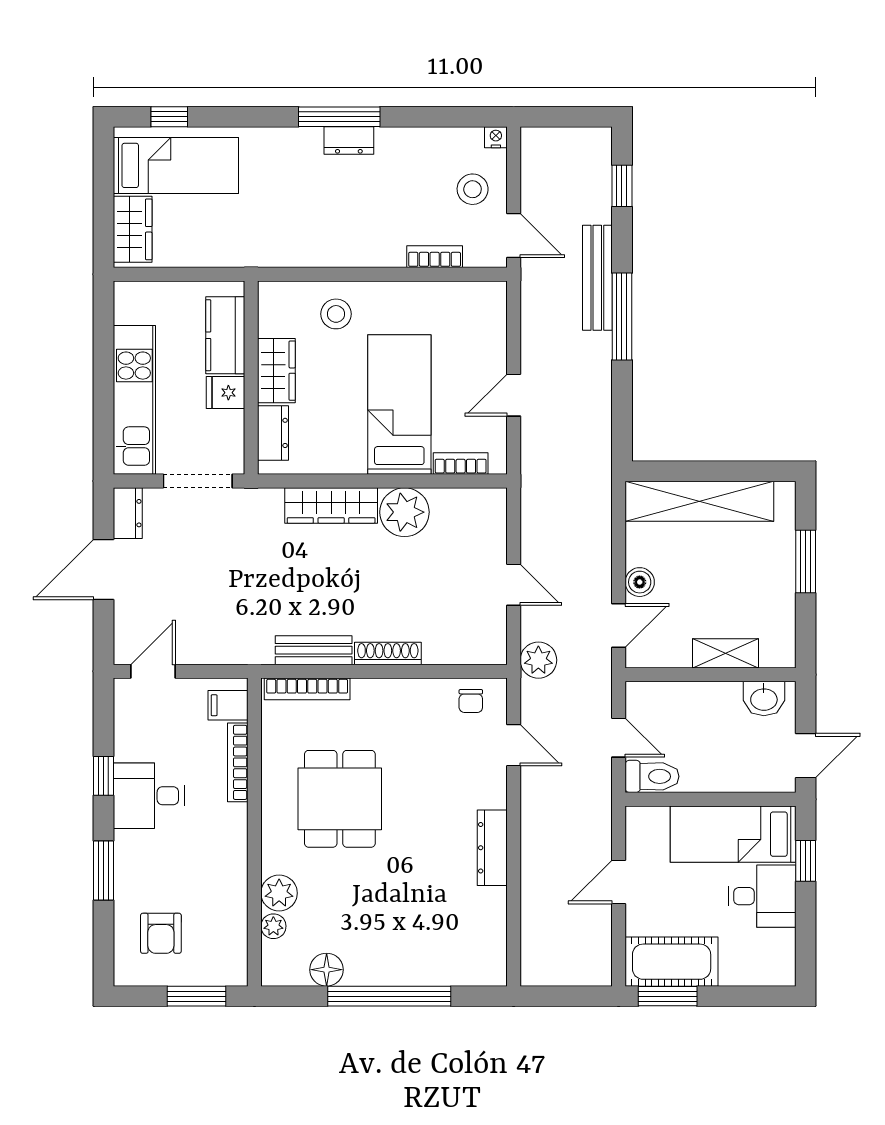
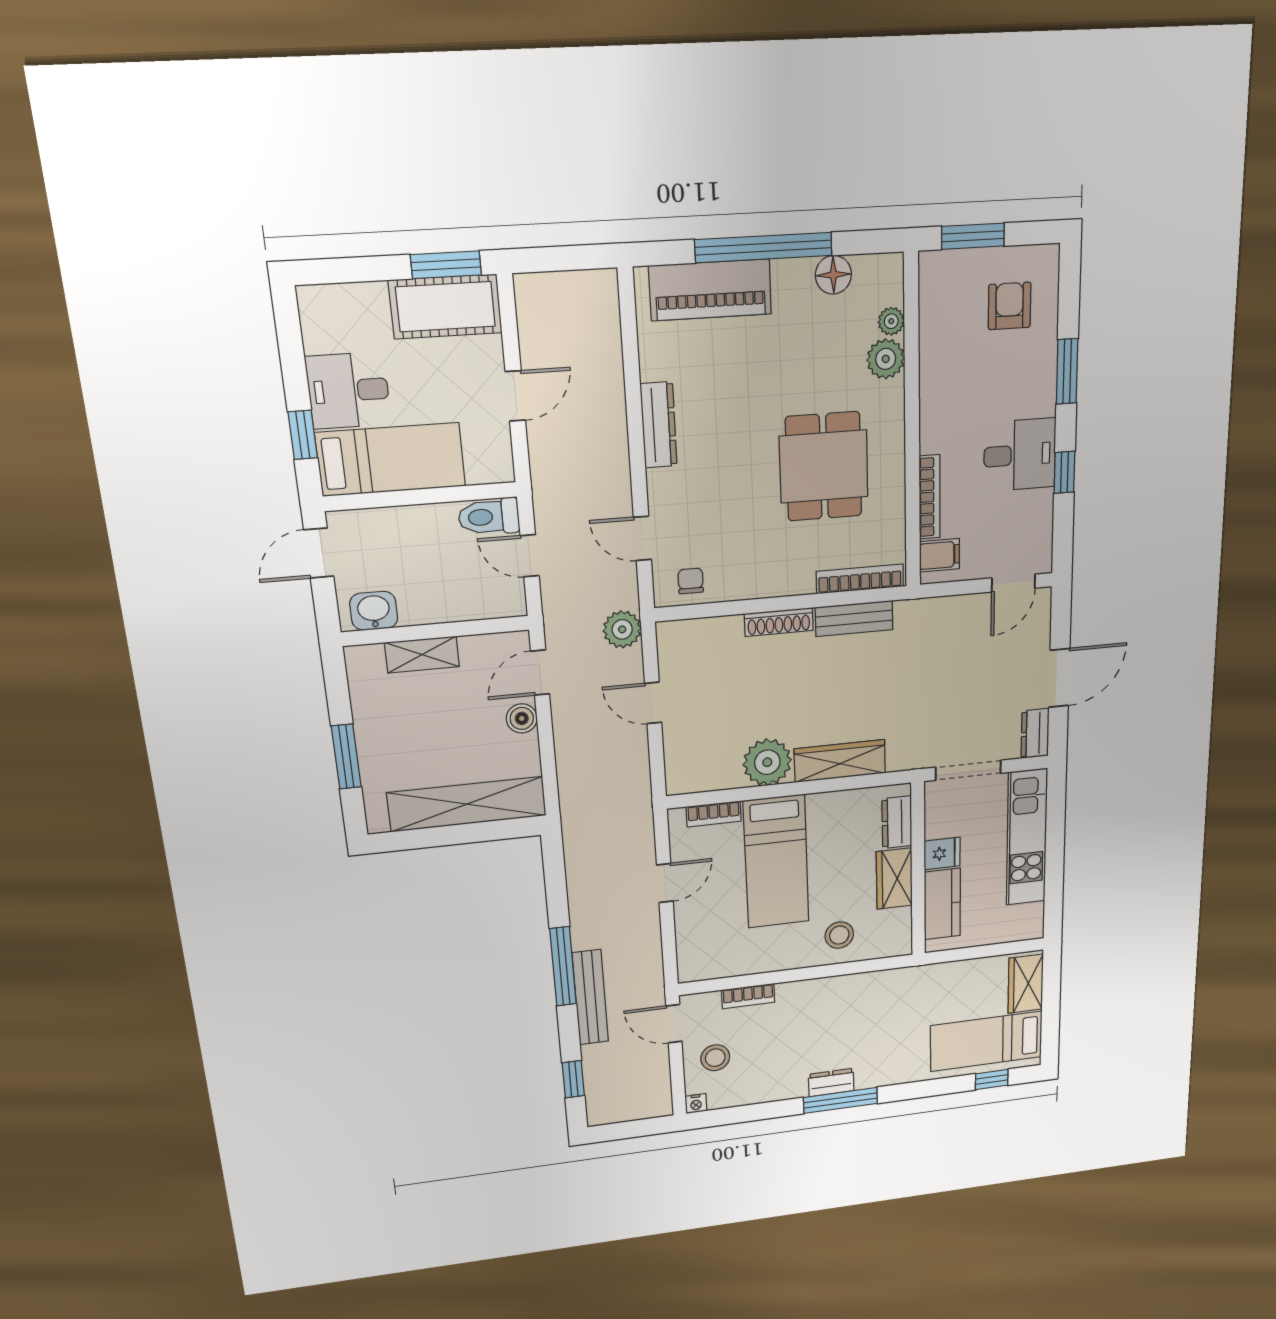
piano: (439, 963) -> (710, 290), added

